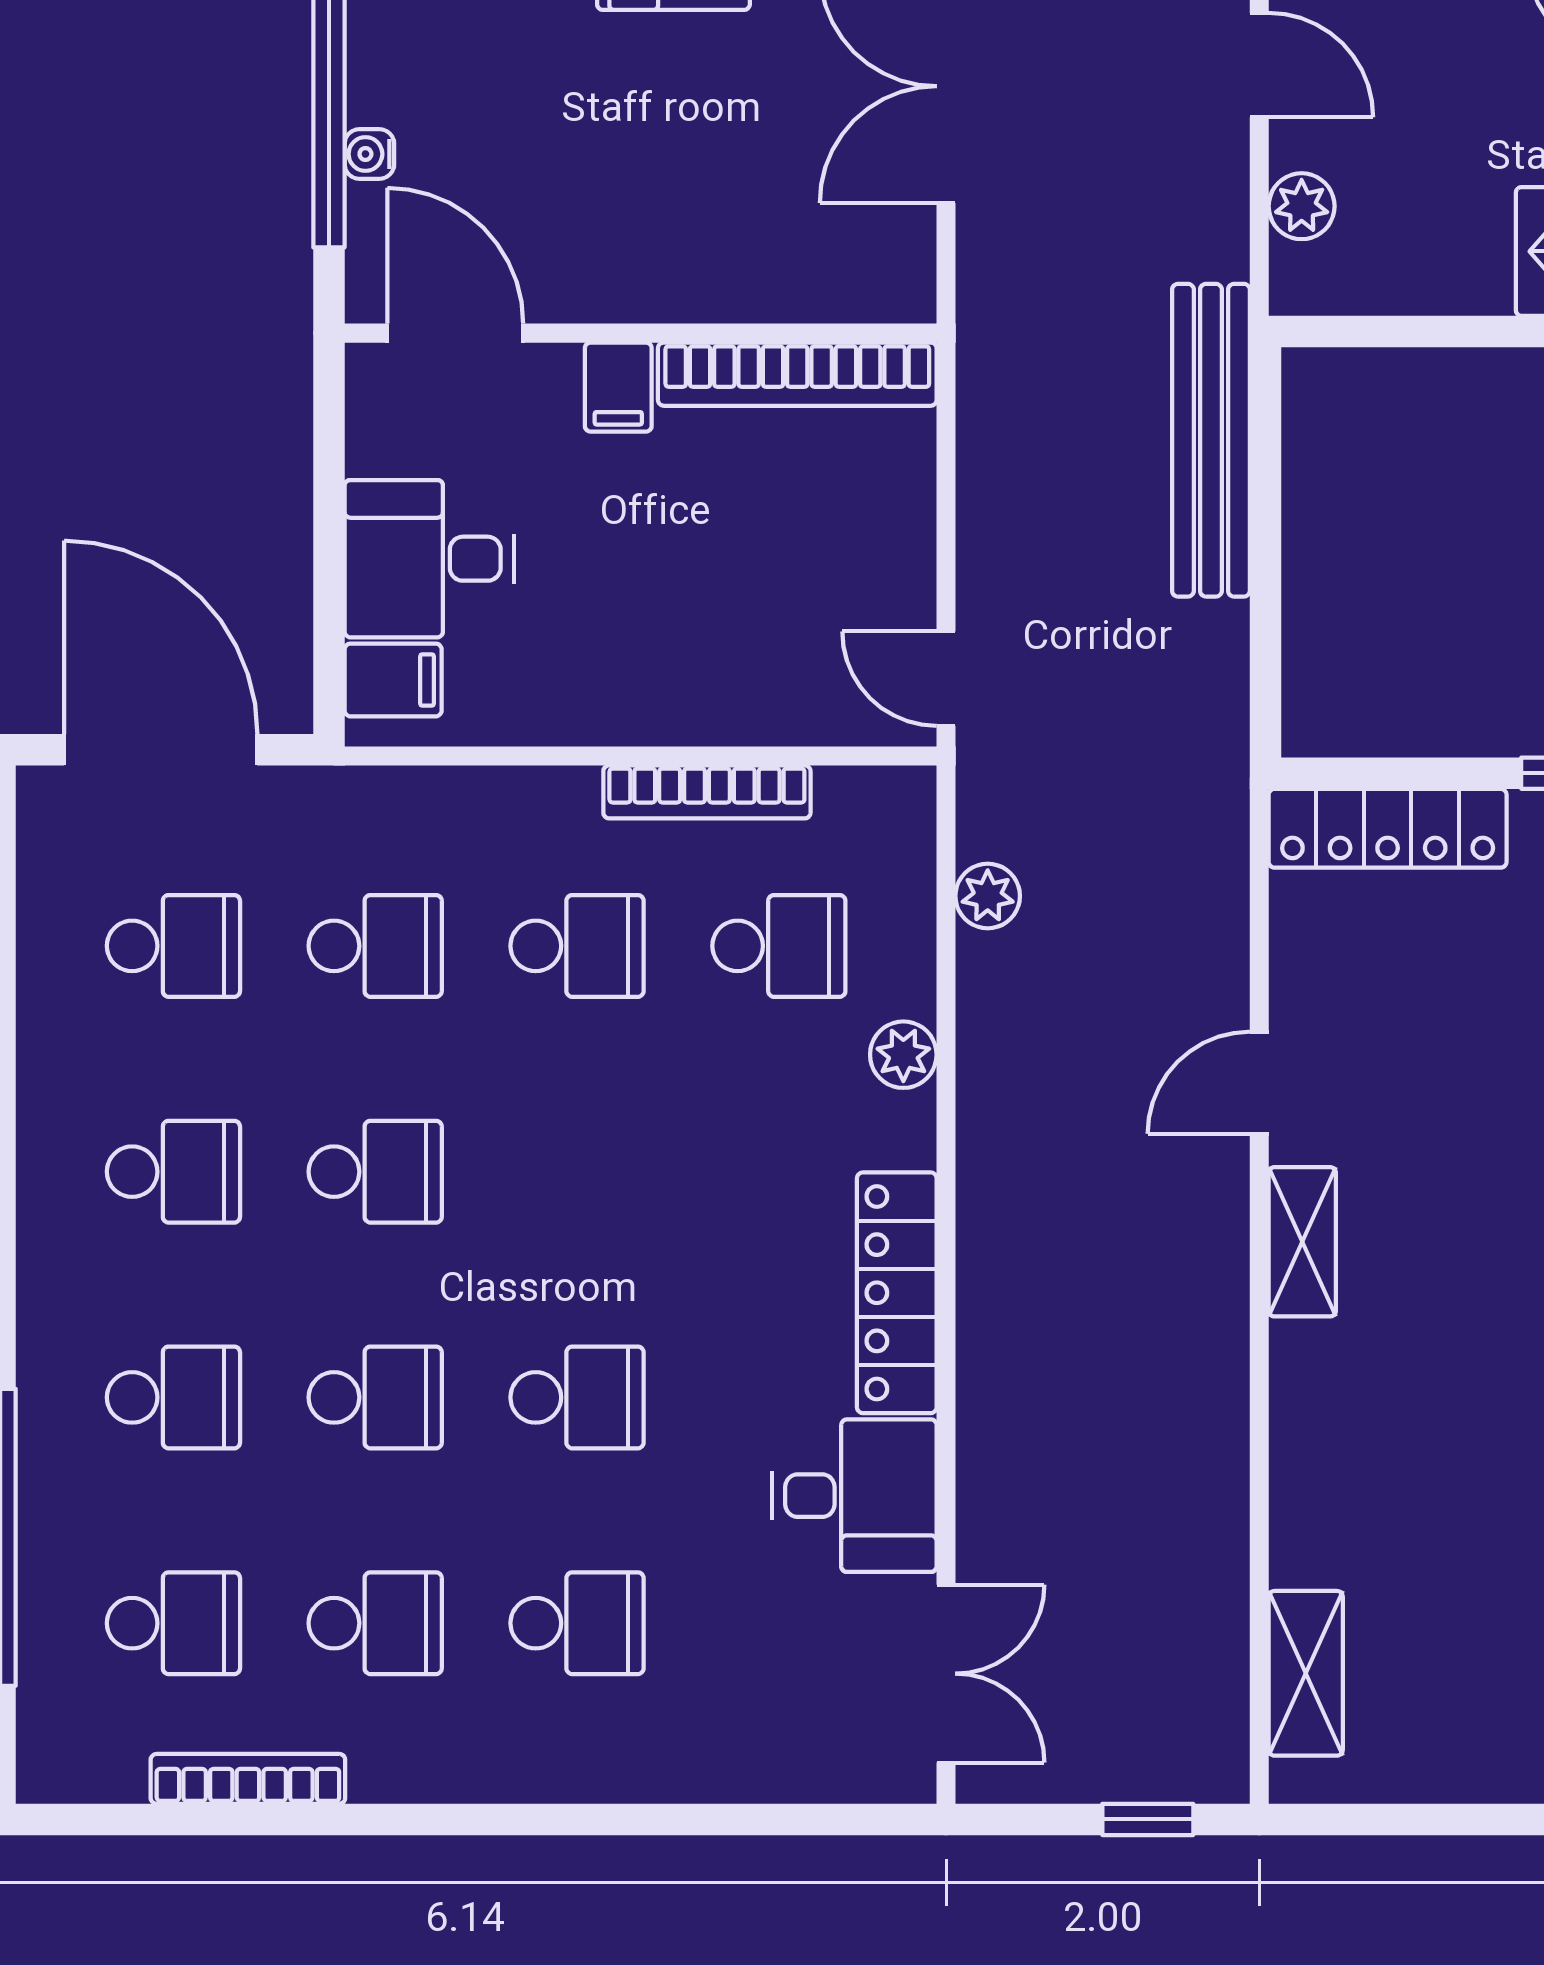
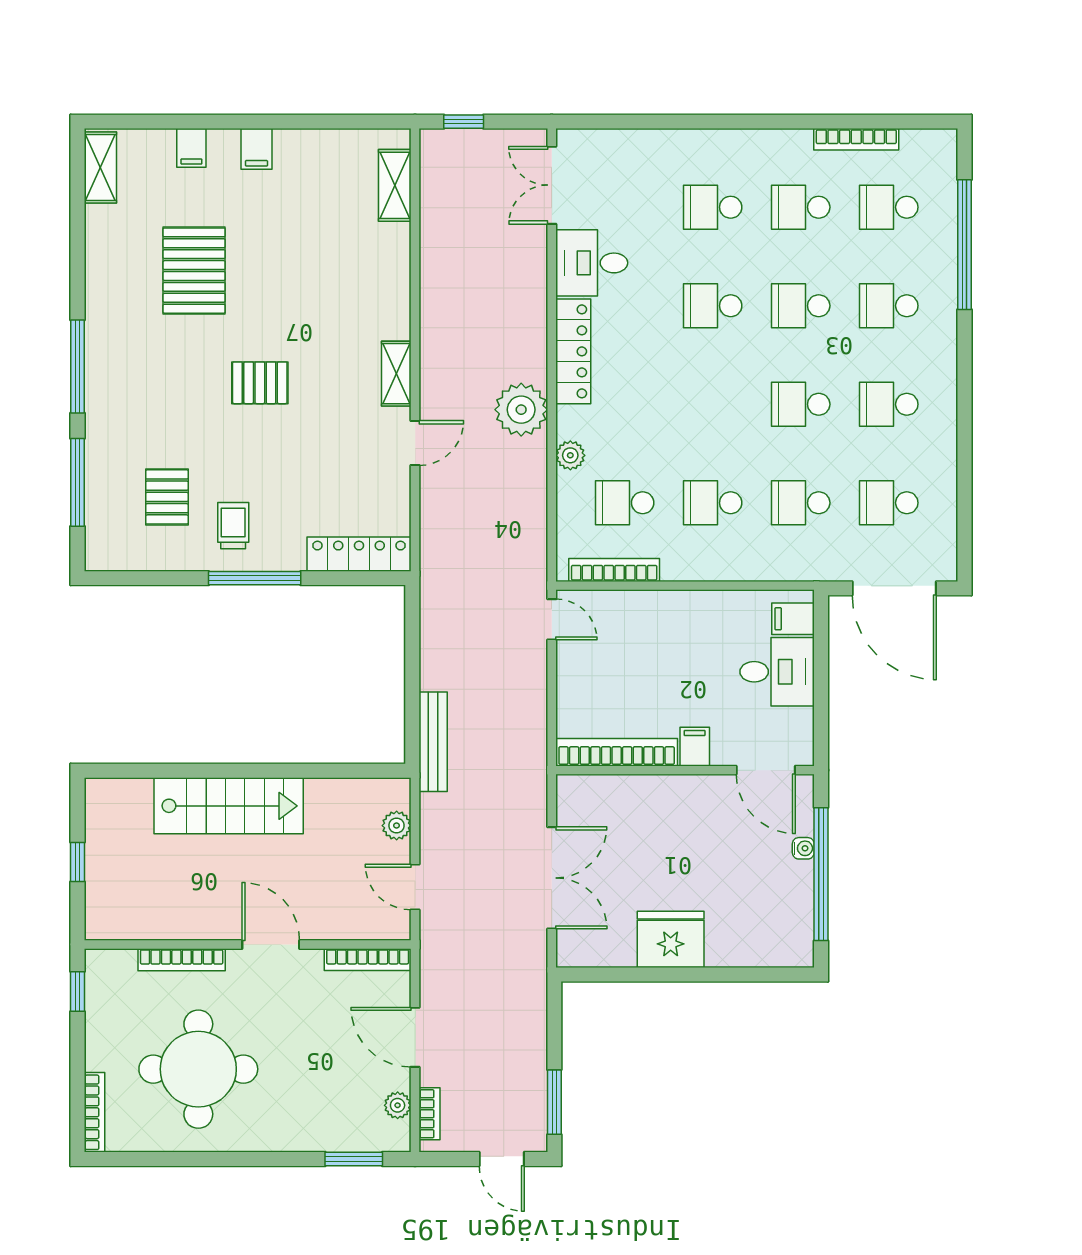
bench: (1211, 440) -> (433, 742), width x0.73, depth x0.82
bookcase: (707, 792) -> (614, 570), moved
plant: (988, 896) -> (521, 410), moved, width x1.87, depth x1.87

